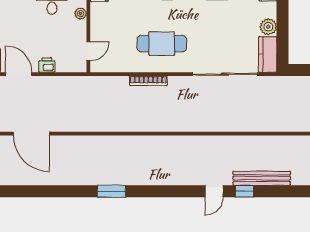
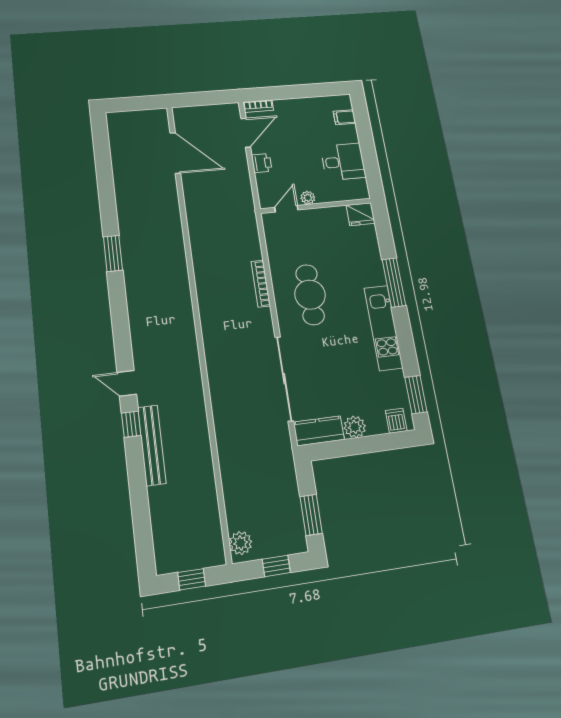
plant: (81, 14) -> (308, 198), moved
door: (88, 51) -> (286, 209), swing flipped
door: (31, 134) -> (175, 153), swing flipped

